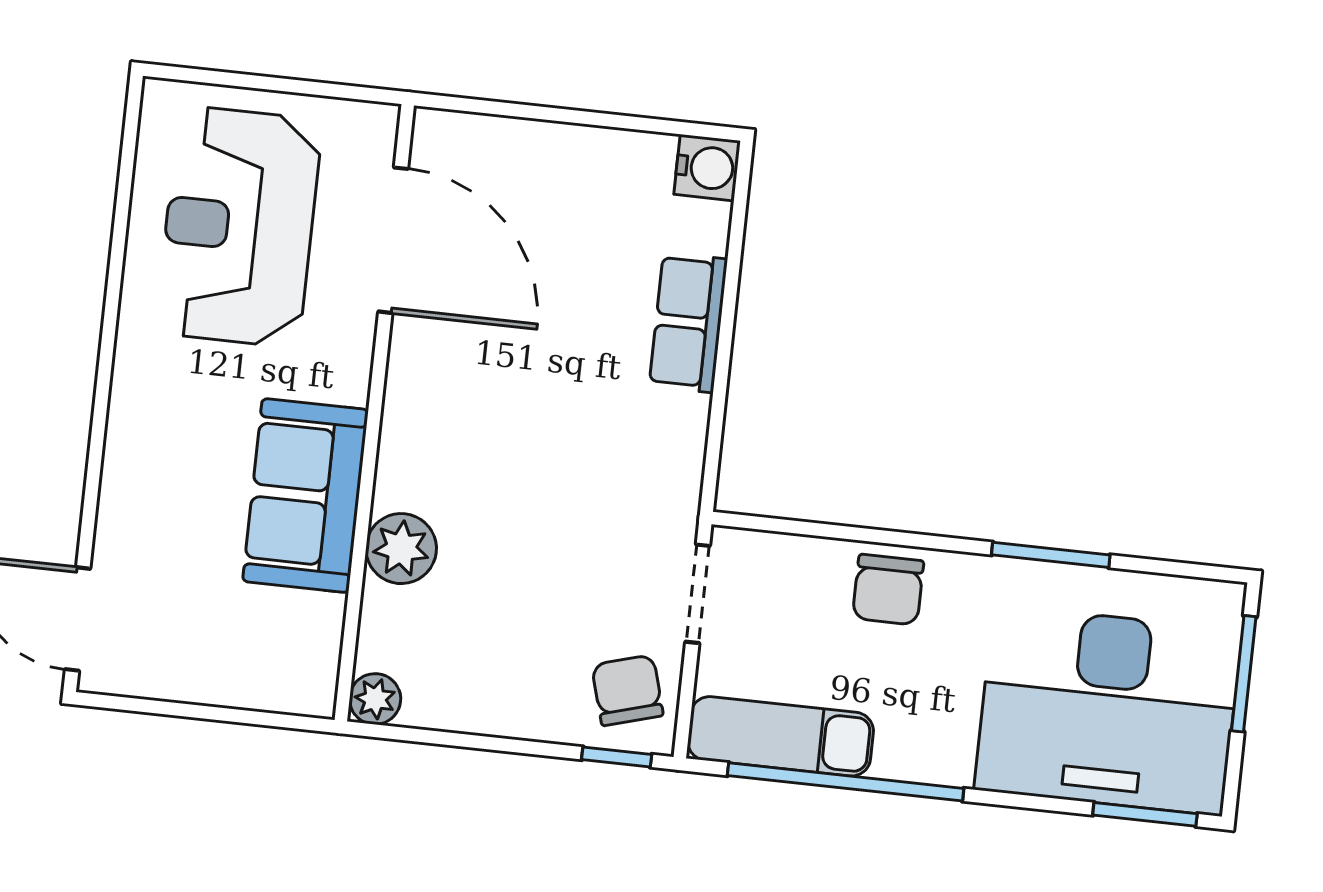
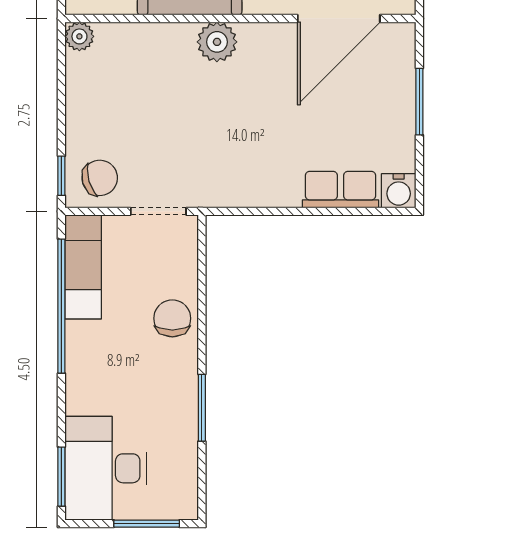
window: (554, 114) -> (419, 102), added
row of seats: (688, 322) -> (341, 190), moved
plant: (401, 549) -> (217, 42), moved
chair: (888, 590) -> (172, 318), turned 90
desk: (1108, 710) -> (106, 468), width x0.73, depth x0.77

